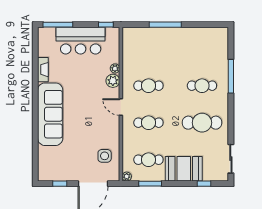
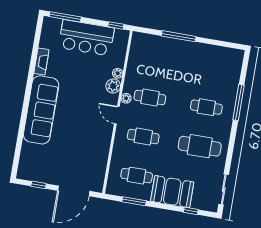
side table: (105, 156) -> (91, 164), removed
plant: (127, 177) -> (126, 98), moved

